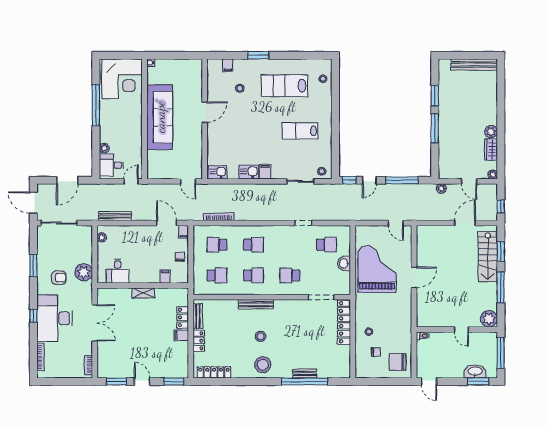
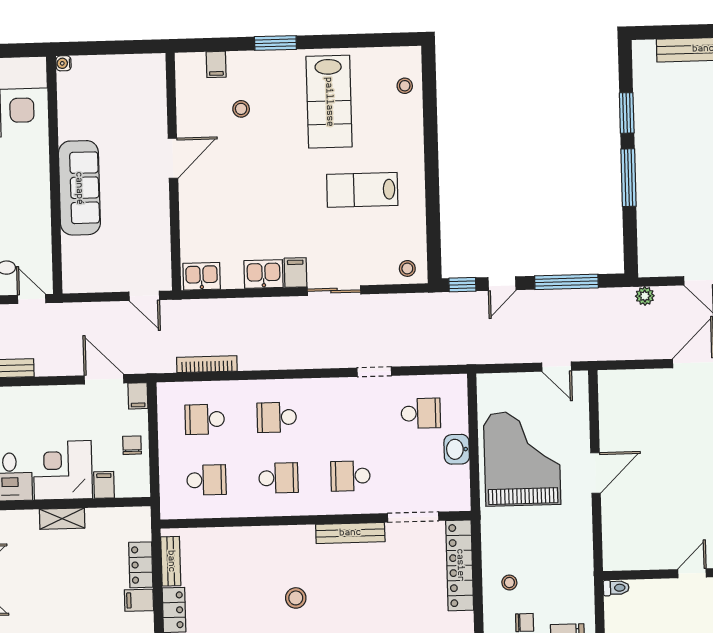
lab bench: (284, 86) -> (329, 102), turned -90
sofa: (160, 117) -> (79, 188), width x0.74, depth x0.79
door: (131, 181) -> (32, 299), hinge flipped
sliding door: (300, 181) -> (334, 291), moved
school desk: (253, 245) -> (277, 417), turned 180
corner desk: (144, 268) -> (63, 470), added
bench: (256, 304) -> (350, 533), moved
door: (461, 329) -> (692, 573), swing flipped

